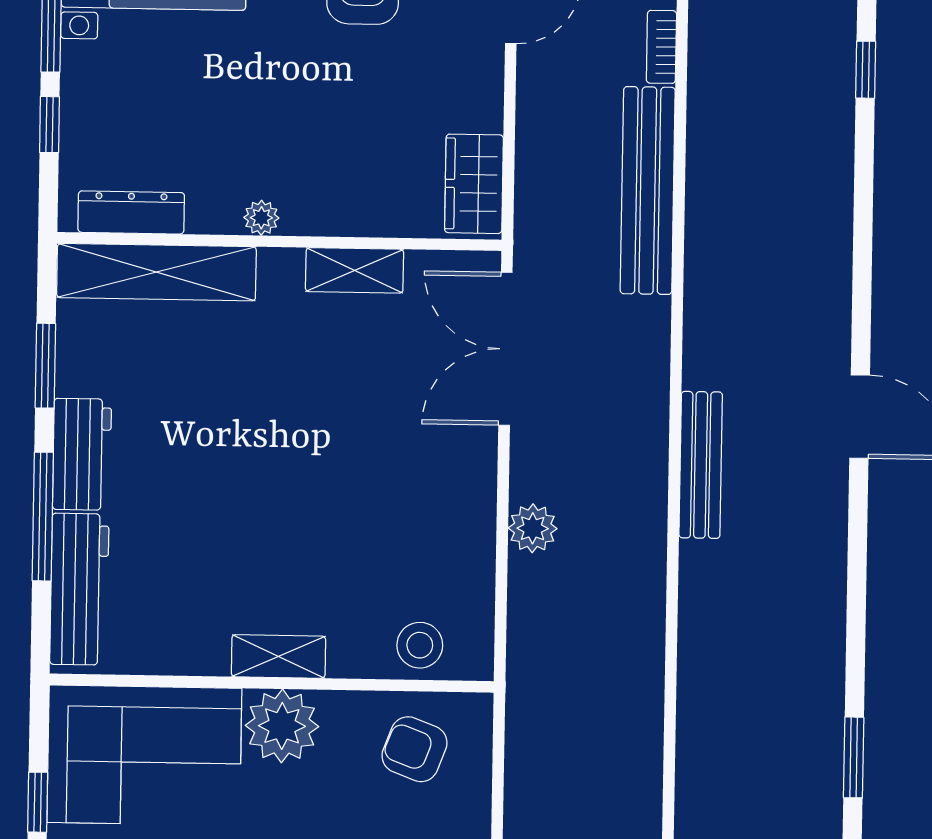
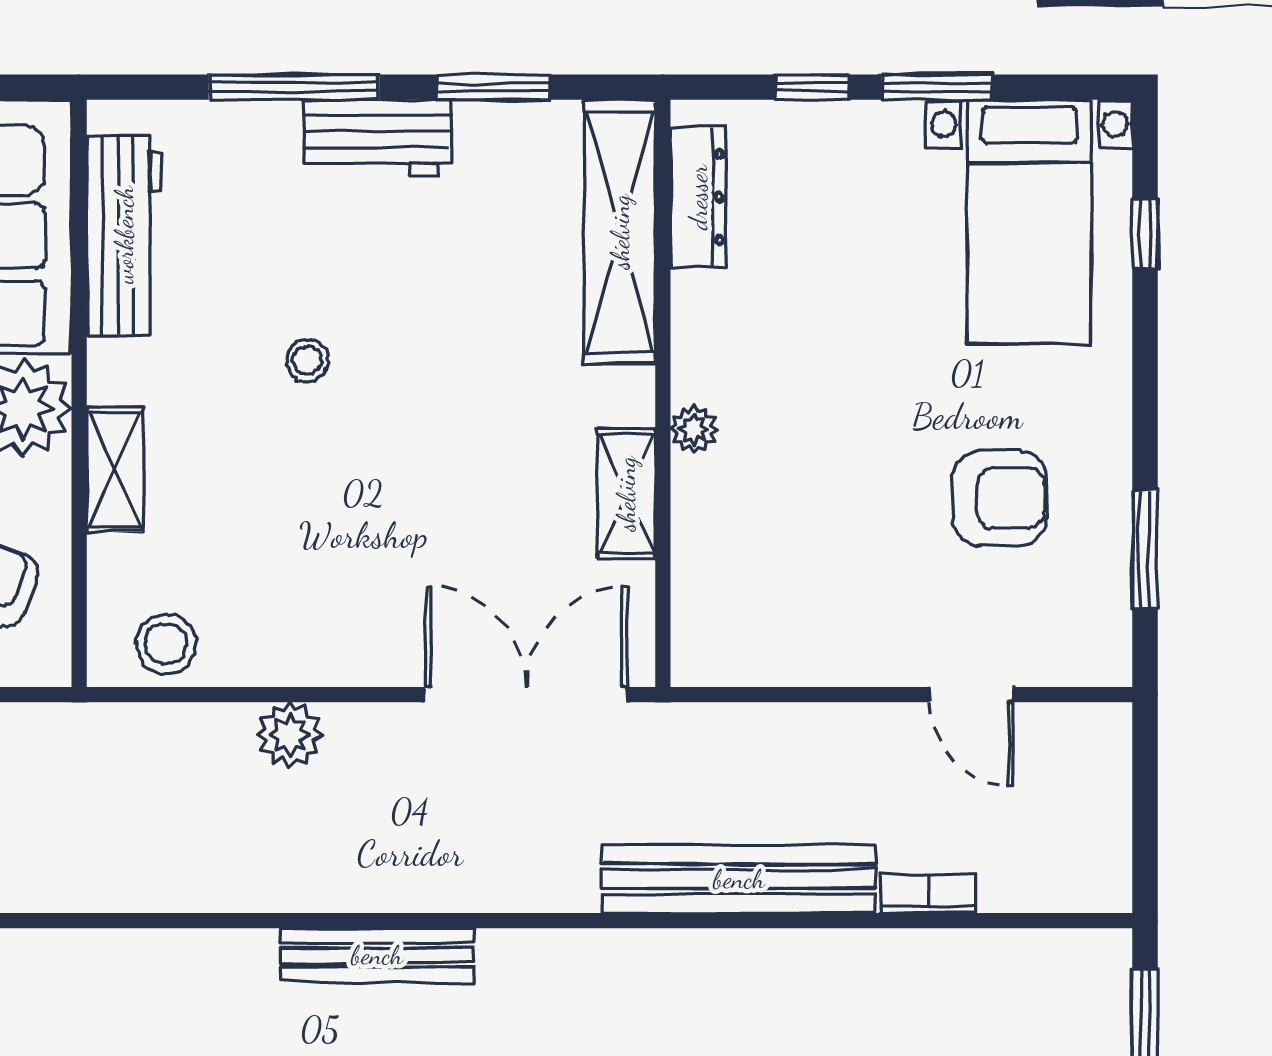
wardrobe: (474, 184) -> (744, 649), removed
plant: (261, 218) -> (694, 429), moved
stool: (249, 510) -> (307, 360), added
workbench: (79, 589) -> (124, 235), moved, turned -90
stool: (420, 645) -> (166, 644), moved
shelving: (279, 656) -> (115, 469), moved

